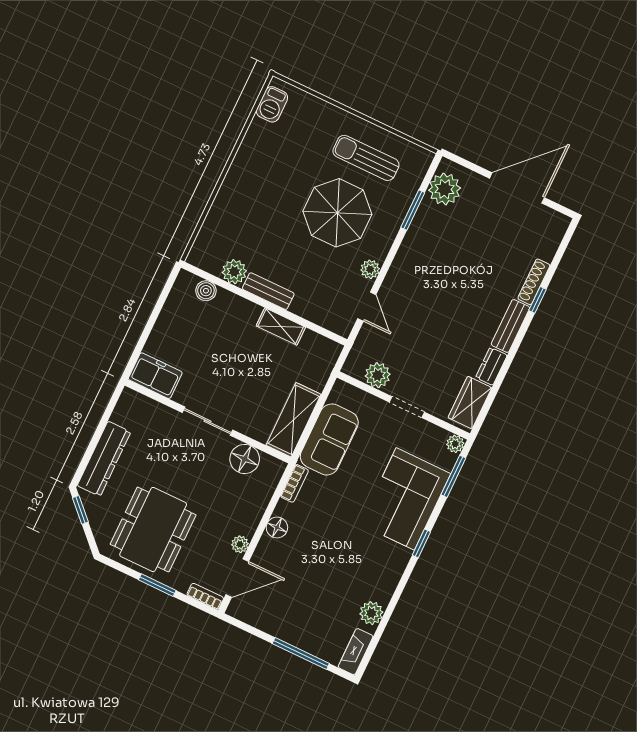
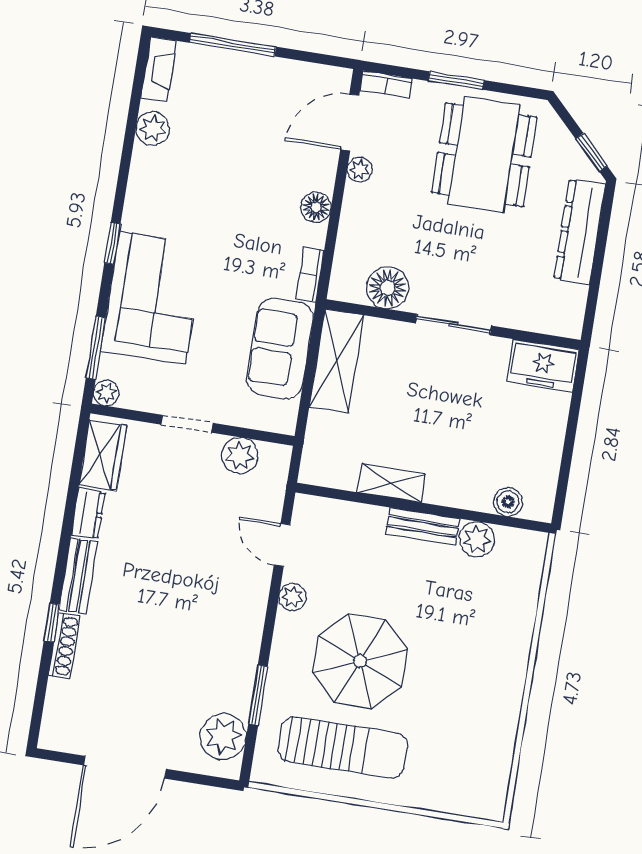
barbecue: (272, 104) -> (493, 783), removed
sun lounger: (366, 158) -> (343, 747), width x1.36, depth x1.34

